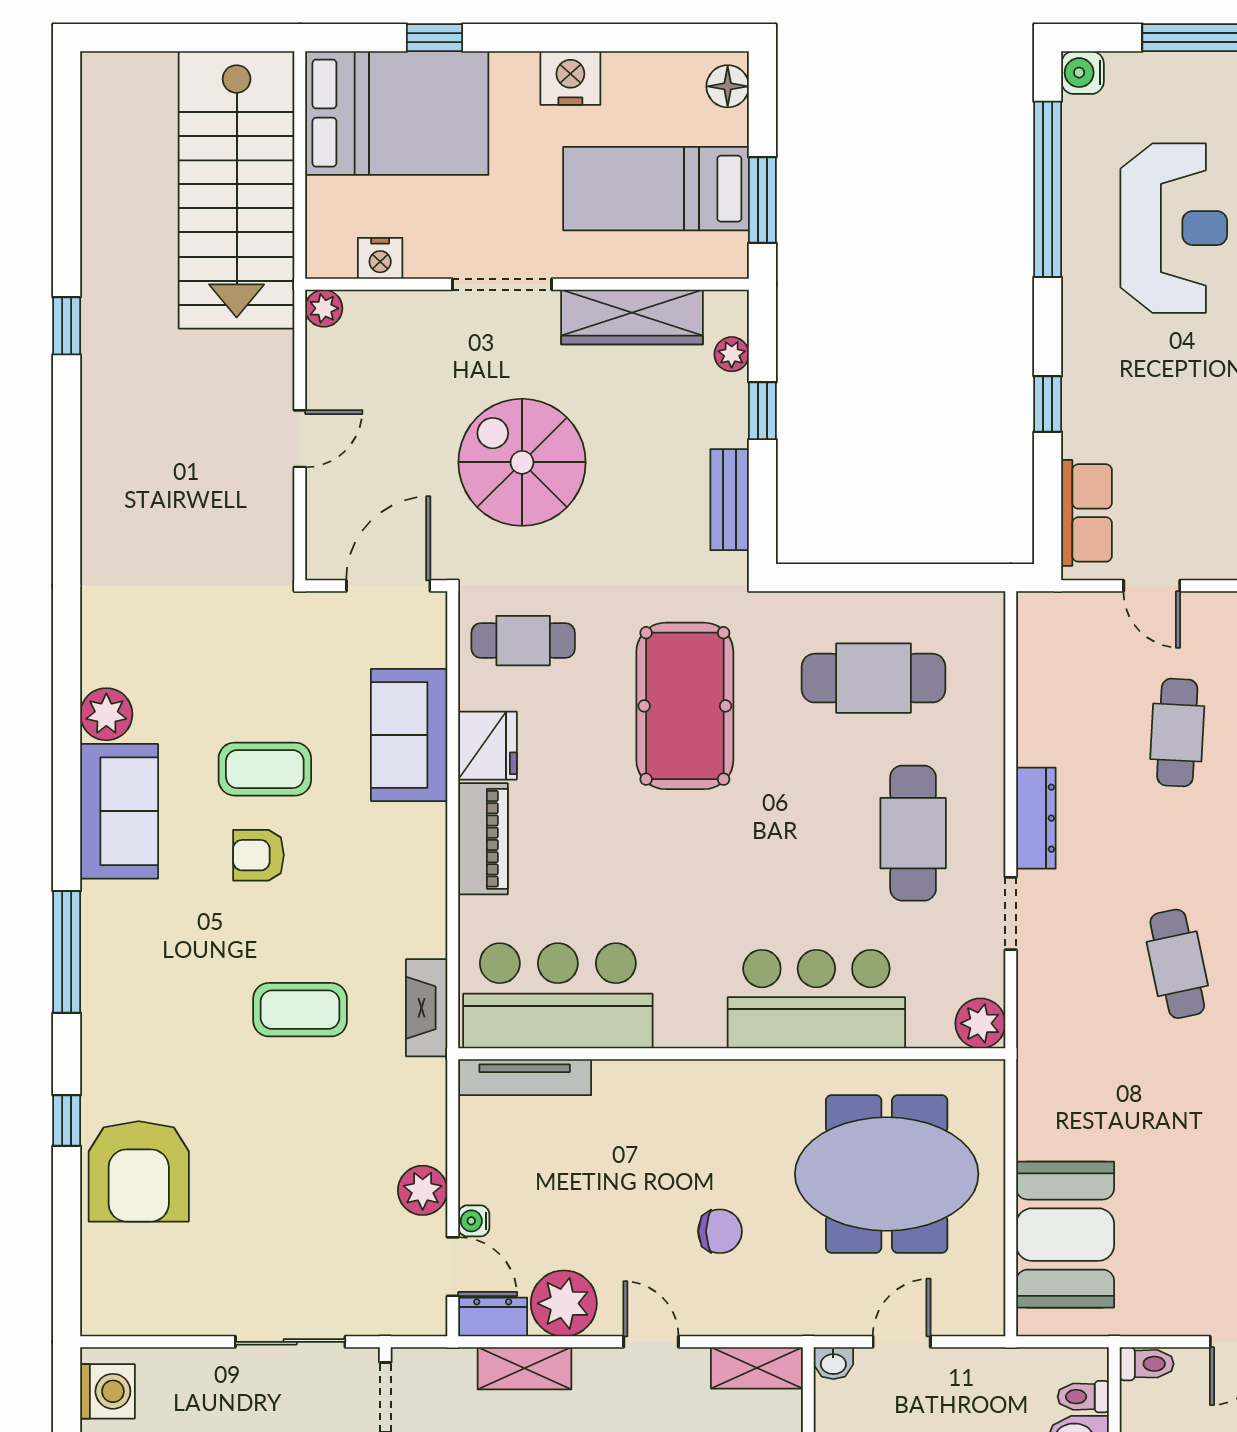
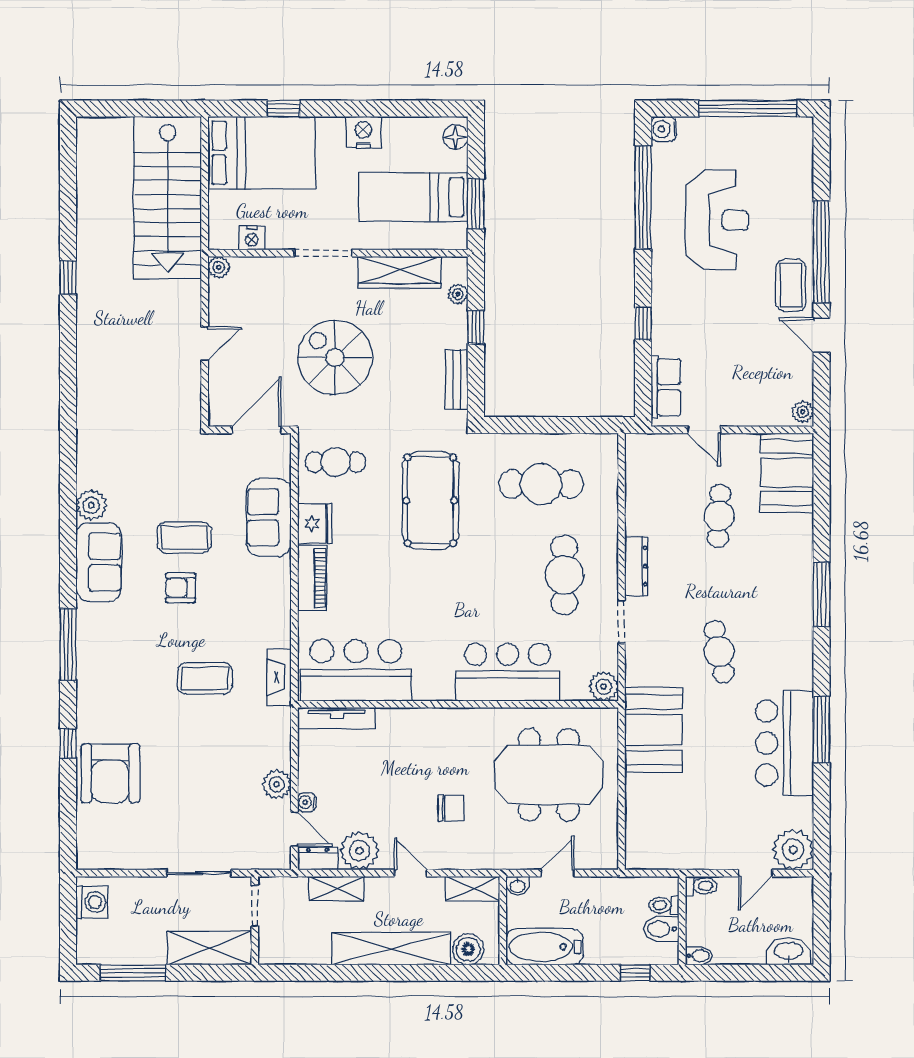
booth: (1065, 1235) -> (653, 730), moved

